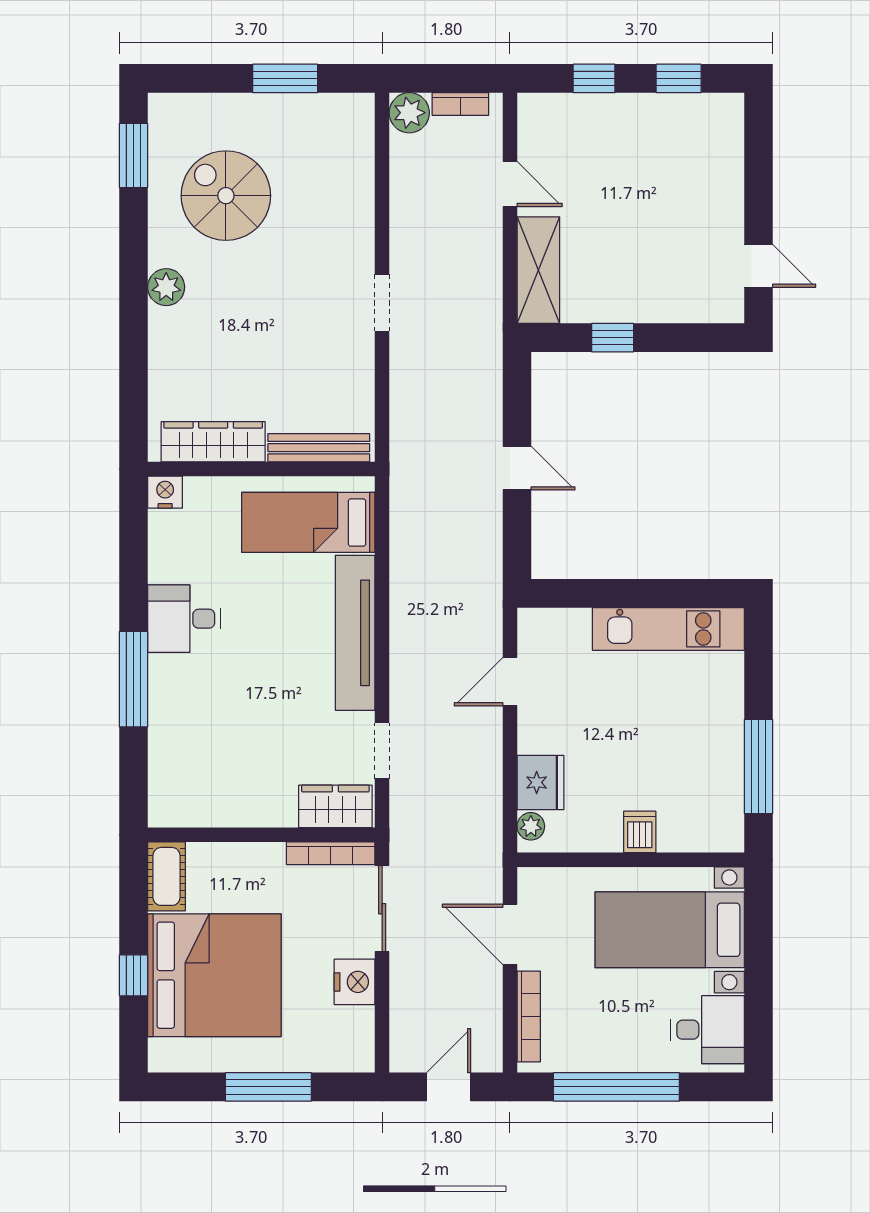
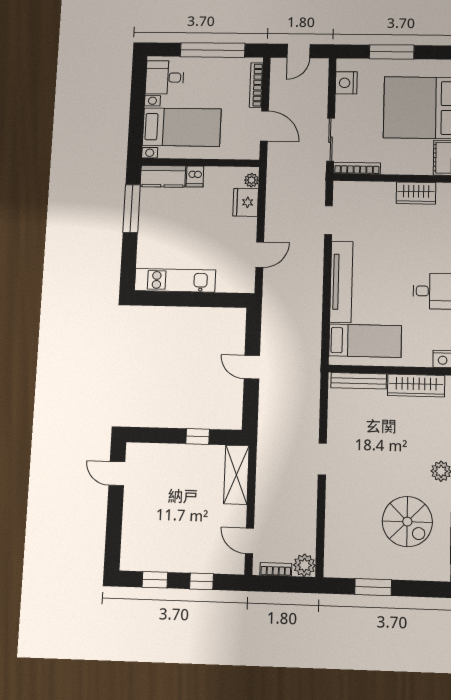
door: (510, 184) -> (249, 541), moved
wardrobe: (335, 806) -> (416, 193), moved
kitchen counter: (701, 831) -> (163, 176), added
nightstand: (355, 982) -> (346, 83), moved

